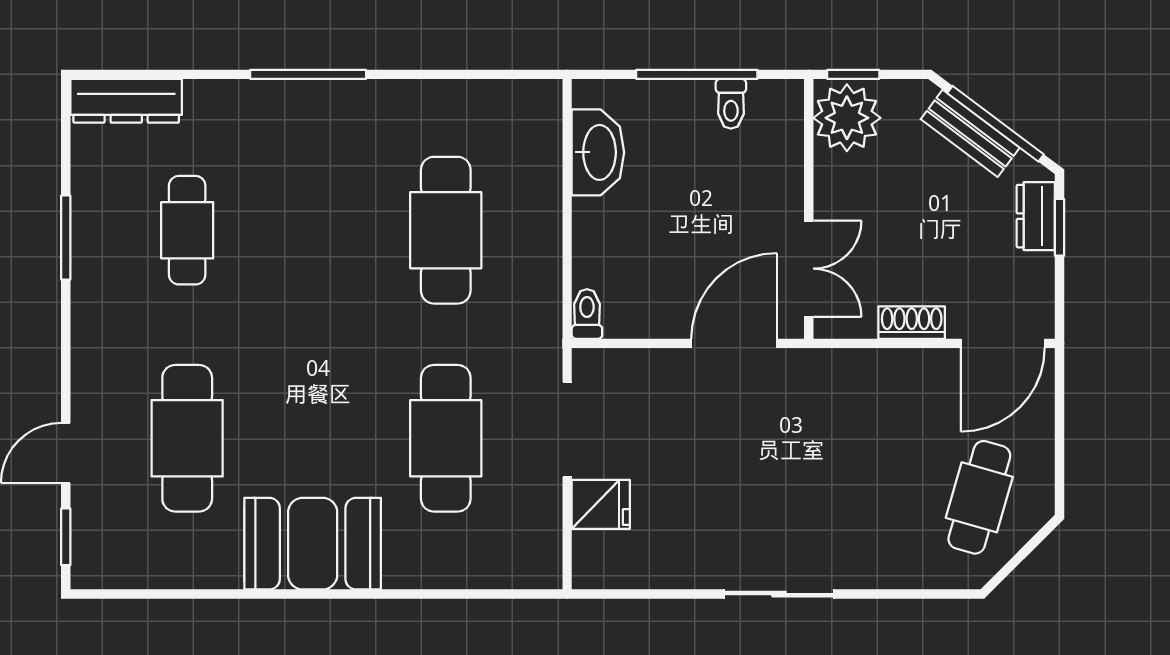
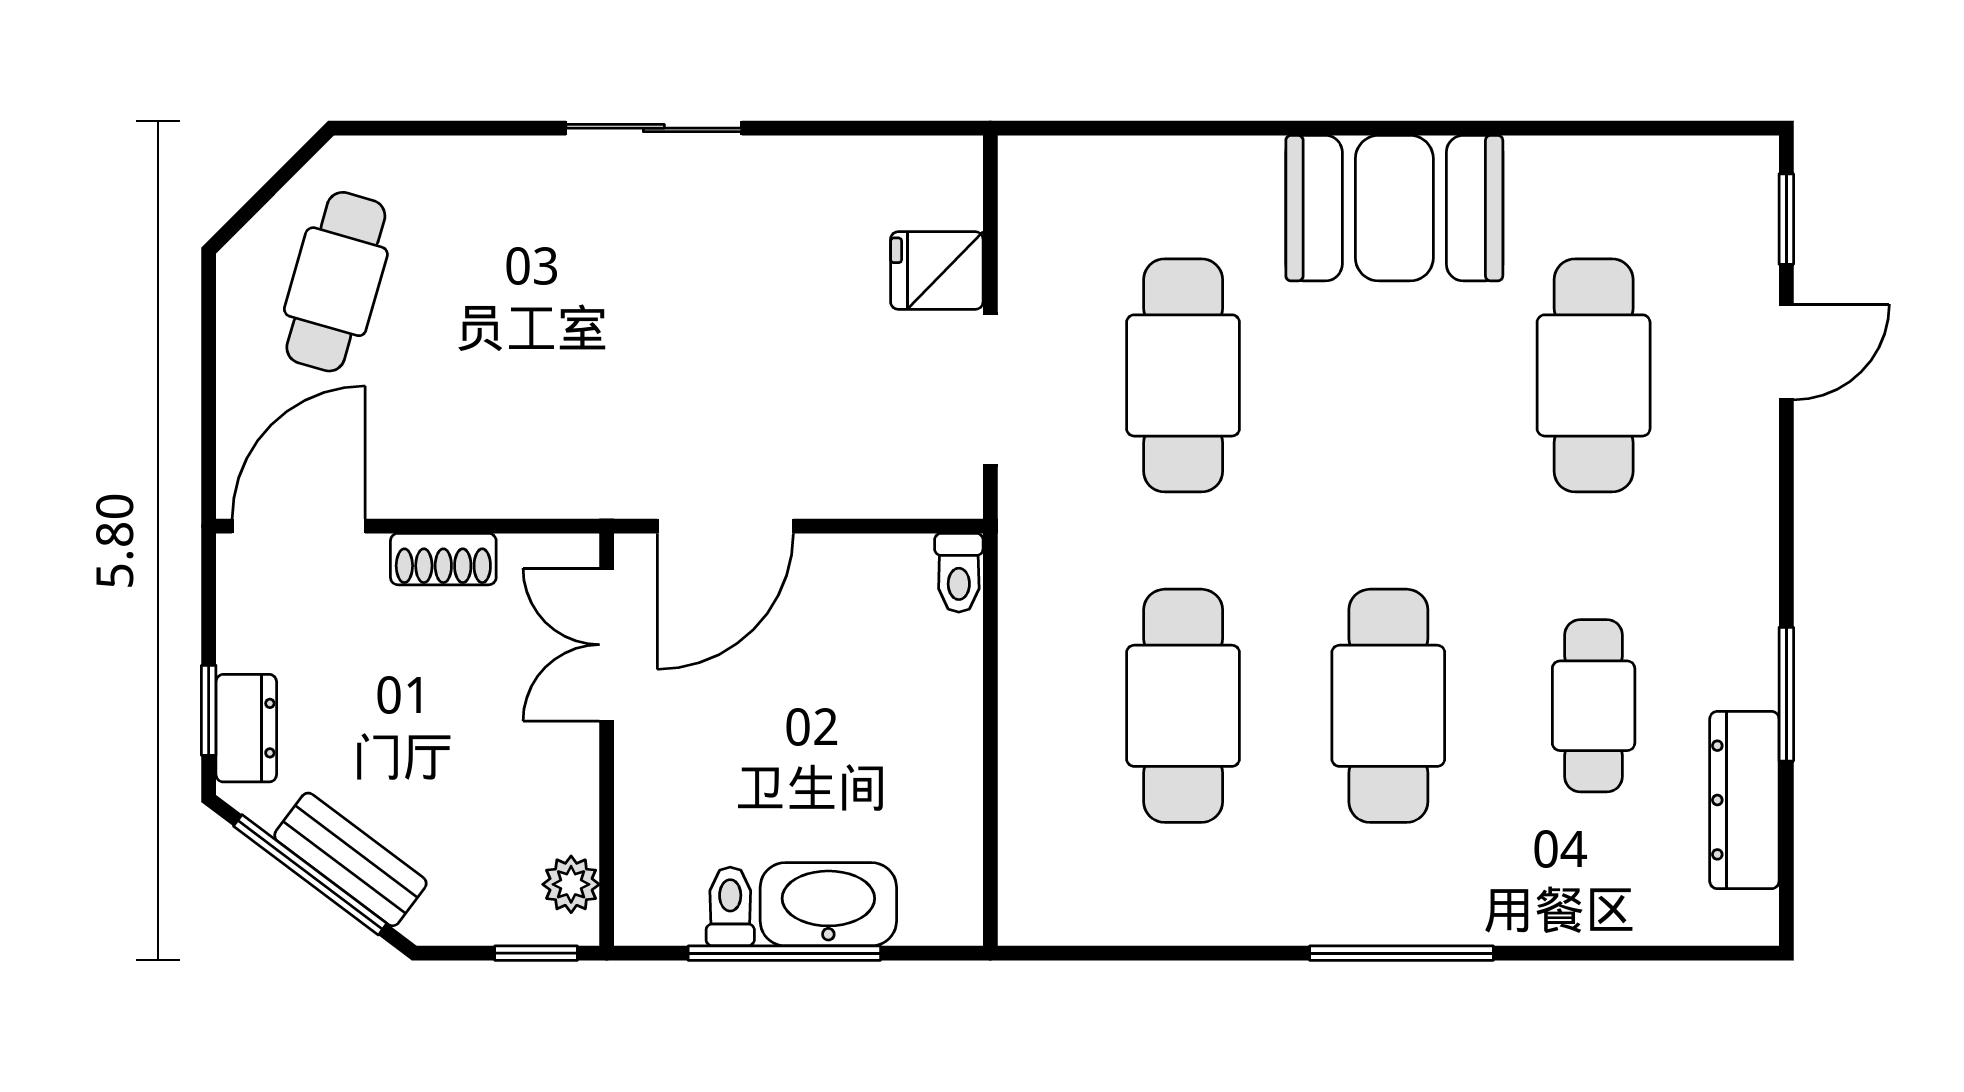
dresser: (126, 101) -> (1744, 800), moved, turned -90
plant: (847, 118) -> (571, 884), width x0.53, depth x0.53
washbasin: (598, 152) -> (828, 904), moved, turned 90
cafe table: (316, 230) -> (1388, 706), added

